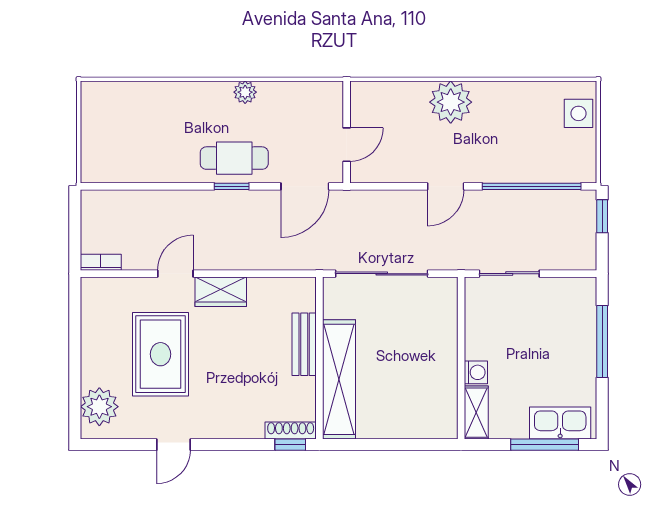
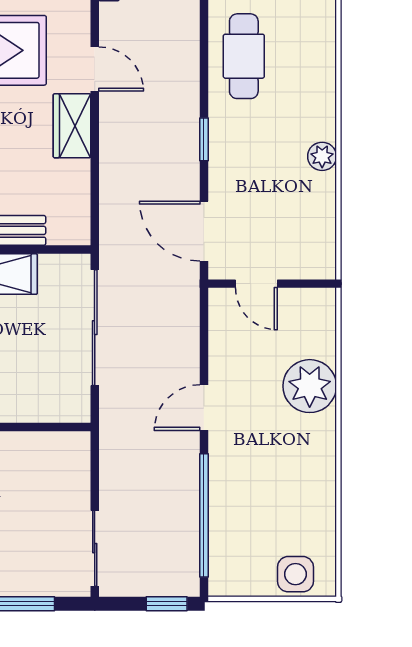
plant: (451, 102) -> (310, 386), moved
cafe table: (234, 158) -> (244, 56), moved
door: (446, 186) -> (204, 408), hinge flipped
sliding door: (509, 274) -> (95, 548), moved

